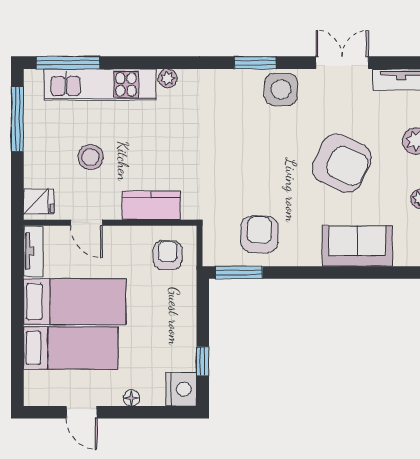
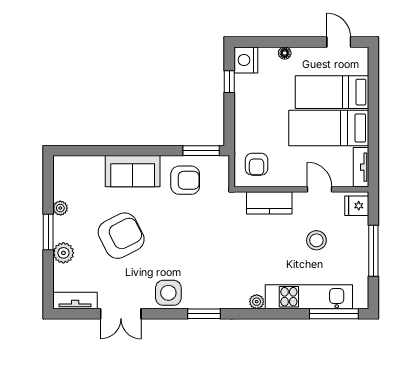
window: (255, 63) -> (204, 314), moved
window: (17, 119) -> (373, 251), moved
armchair: (342, 163) -> (121, 236), turned 128
armchair: (259, 234) -> (185, 180), turned -90
sofa: (357, 246) -> (133, 171), moved
door: (82, 412) -> (339, 42), moved

